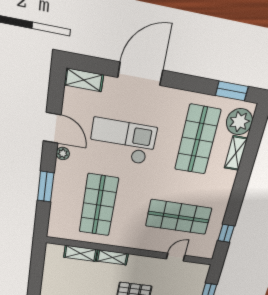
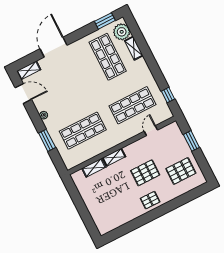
door: (52, 128) -> (23, 94), moved
checkout: (123, 141) -> (70, 86), removed
shop shelf: (99, 205) -> (83, 131), turned 90

